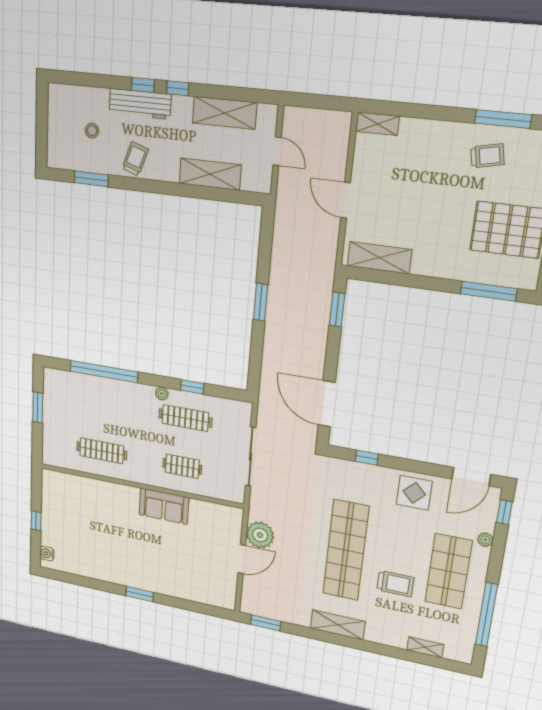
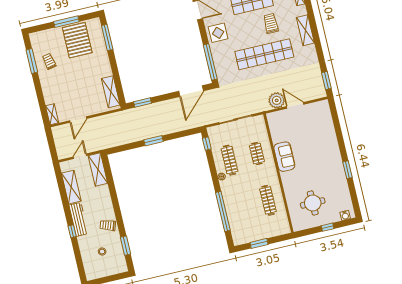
window: (178, 88) -> (68, 213), removed
workbench: (140, 104) -> (79, 219), moved
shelving: (210, 174) -> (98, 169), moved
door: (346, 200) -> (78, 120), moved
window: (192, 387) -> (207, 144), moved
window: (367, 458) -> (210, 62), width x3.17
round table: (79, 516) -> (313, 203), added
window: (140, 594) -> (347, 170), moved
shelving: (338, 625) -> (305, 30), moved

